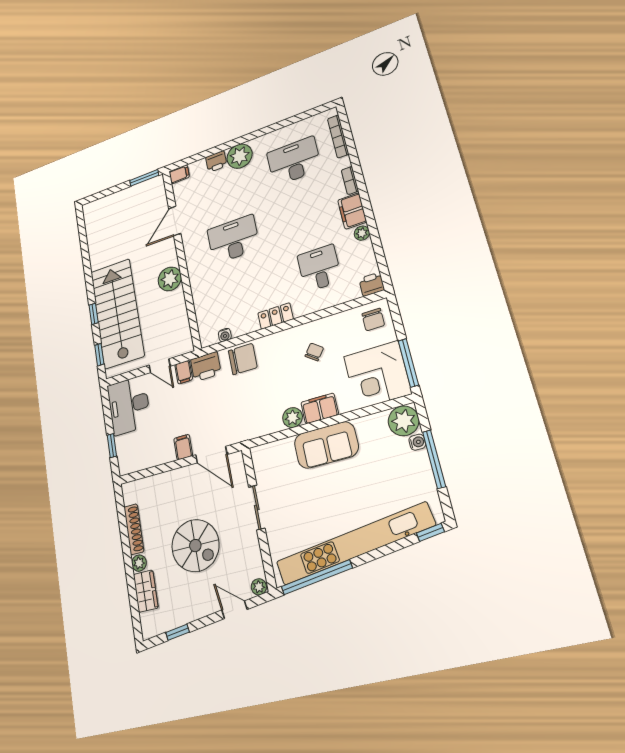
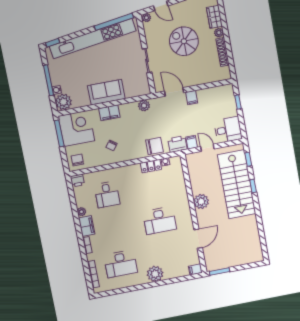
printer: (216, 161) -> (170, 273), removed
locker: (275, 316) -> (151, 166), moved
chair: (243, 359) -> (154, 146), turned 180
desk: (129, 405) -> (228, 130), width x0.73
plant: (293, 418) -> (144, 106), moved

